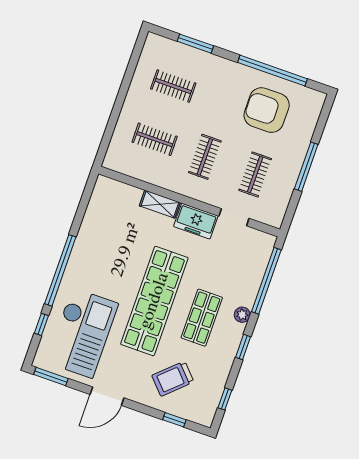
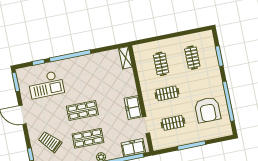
armchair: (267, 110) -> (208, 110), turned 180
shelving: (160, 204) -> (125, 58), moved
freezer: (257, 257) -> (133, 148), added
shop shelf: (154, 301) -> (82, 110), width x0.50, depth x0.74
checkout: (82, 333) -> (46, 85), width x0.73, depth x0.83

